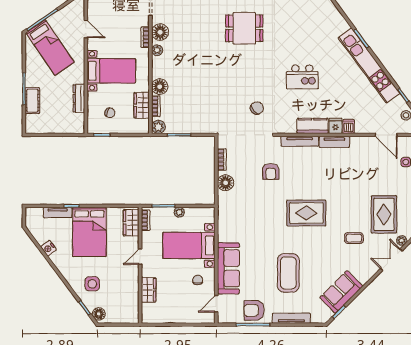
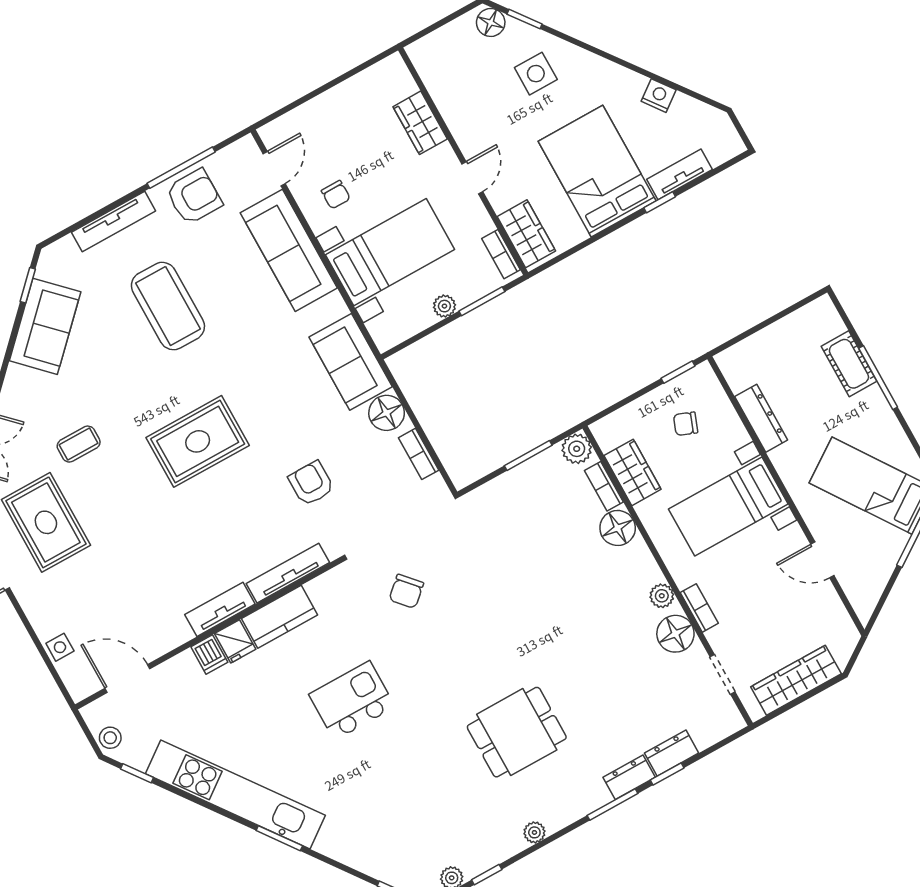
sofa: (229, 211) -> (351, 362), added

